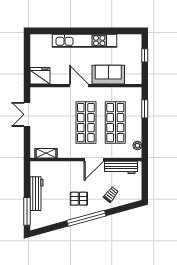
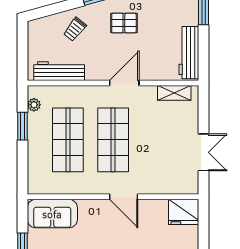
sofa: (108, 75) -> (52, 214), moved
window: (145, 109) -> (23, 126), moved
door: (94, 160) -> (124, 83), moved
workbench: (37, 194) -> (189, 53), moved

